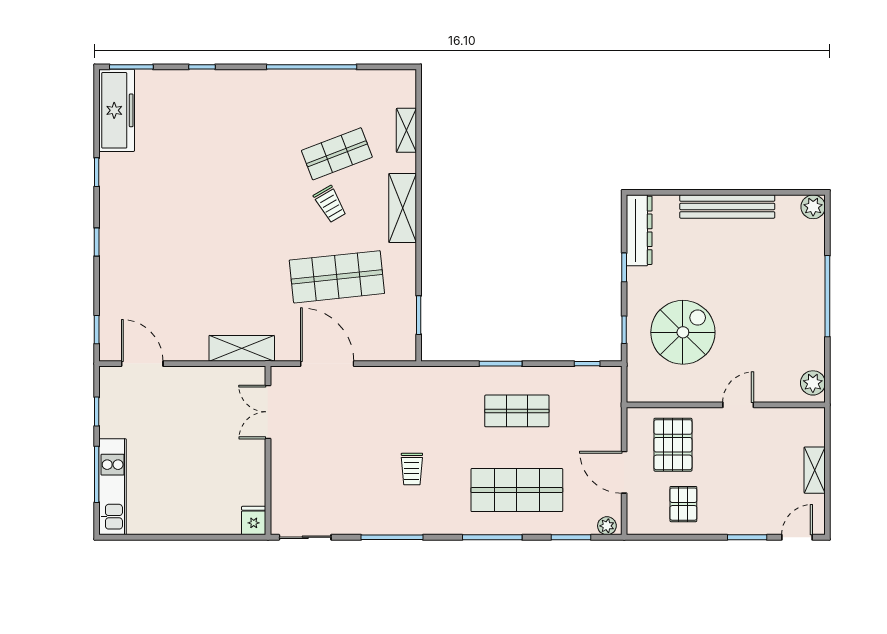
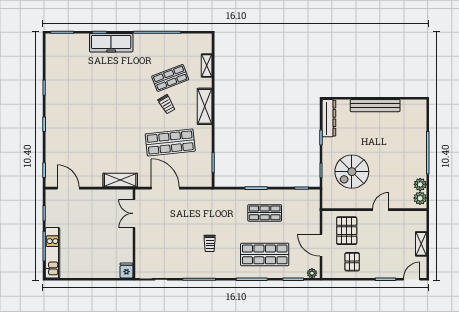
freezer: (117, 110) -> (111, 43), moved, turned 90
plant: (813, 207) -> (420, 184), moved
spiral stairs: (683, 332) -> (352, 172), turned 180

